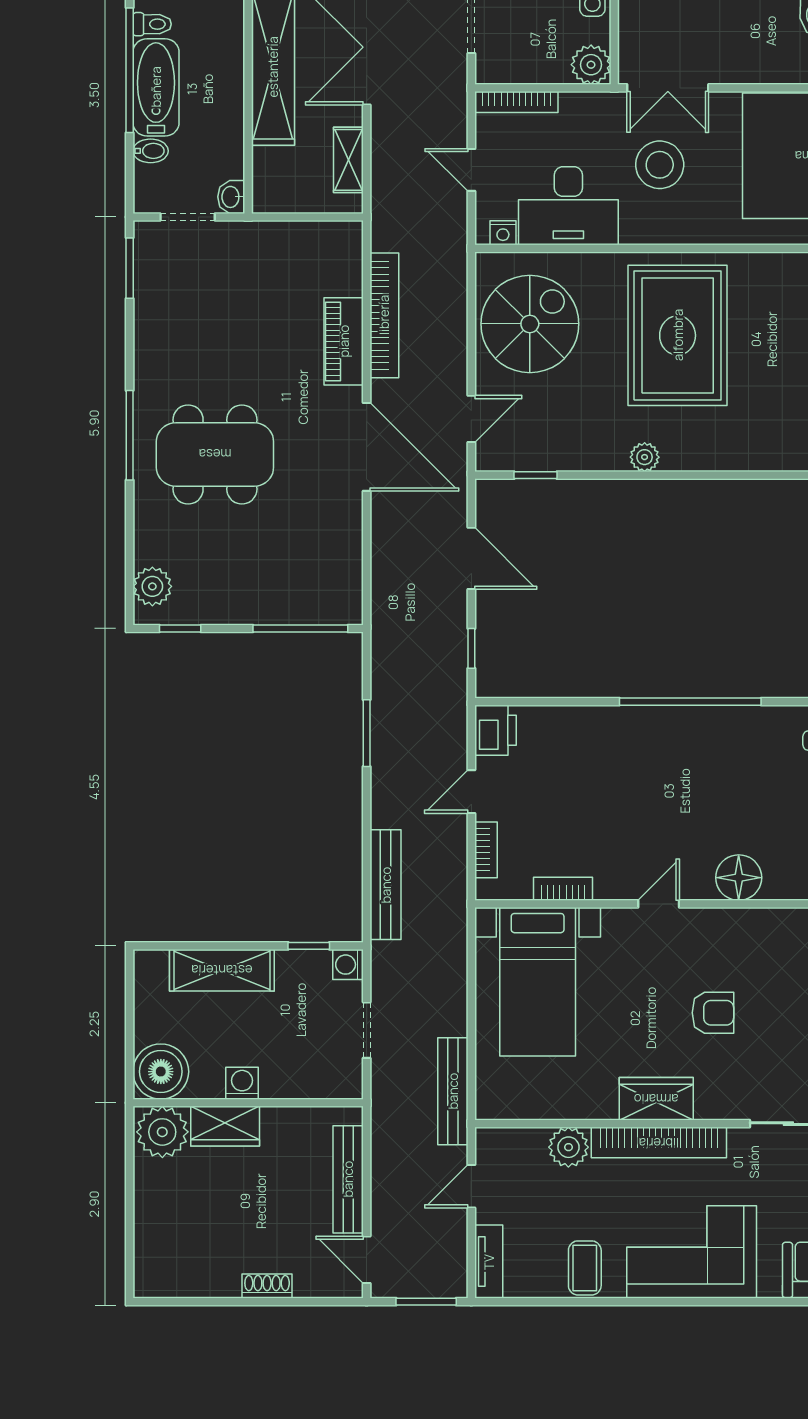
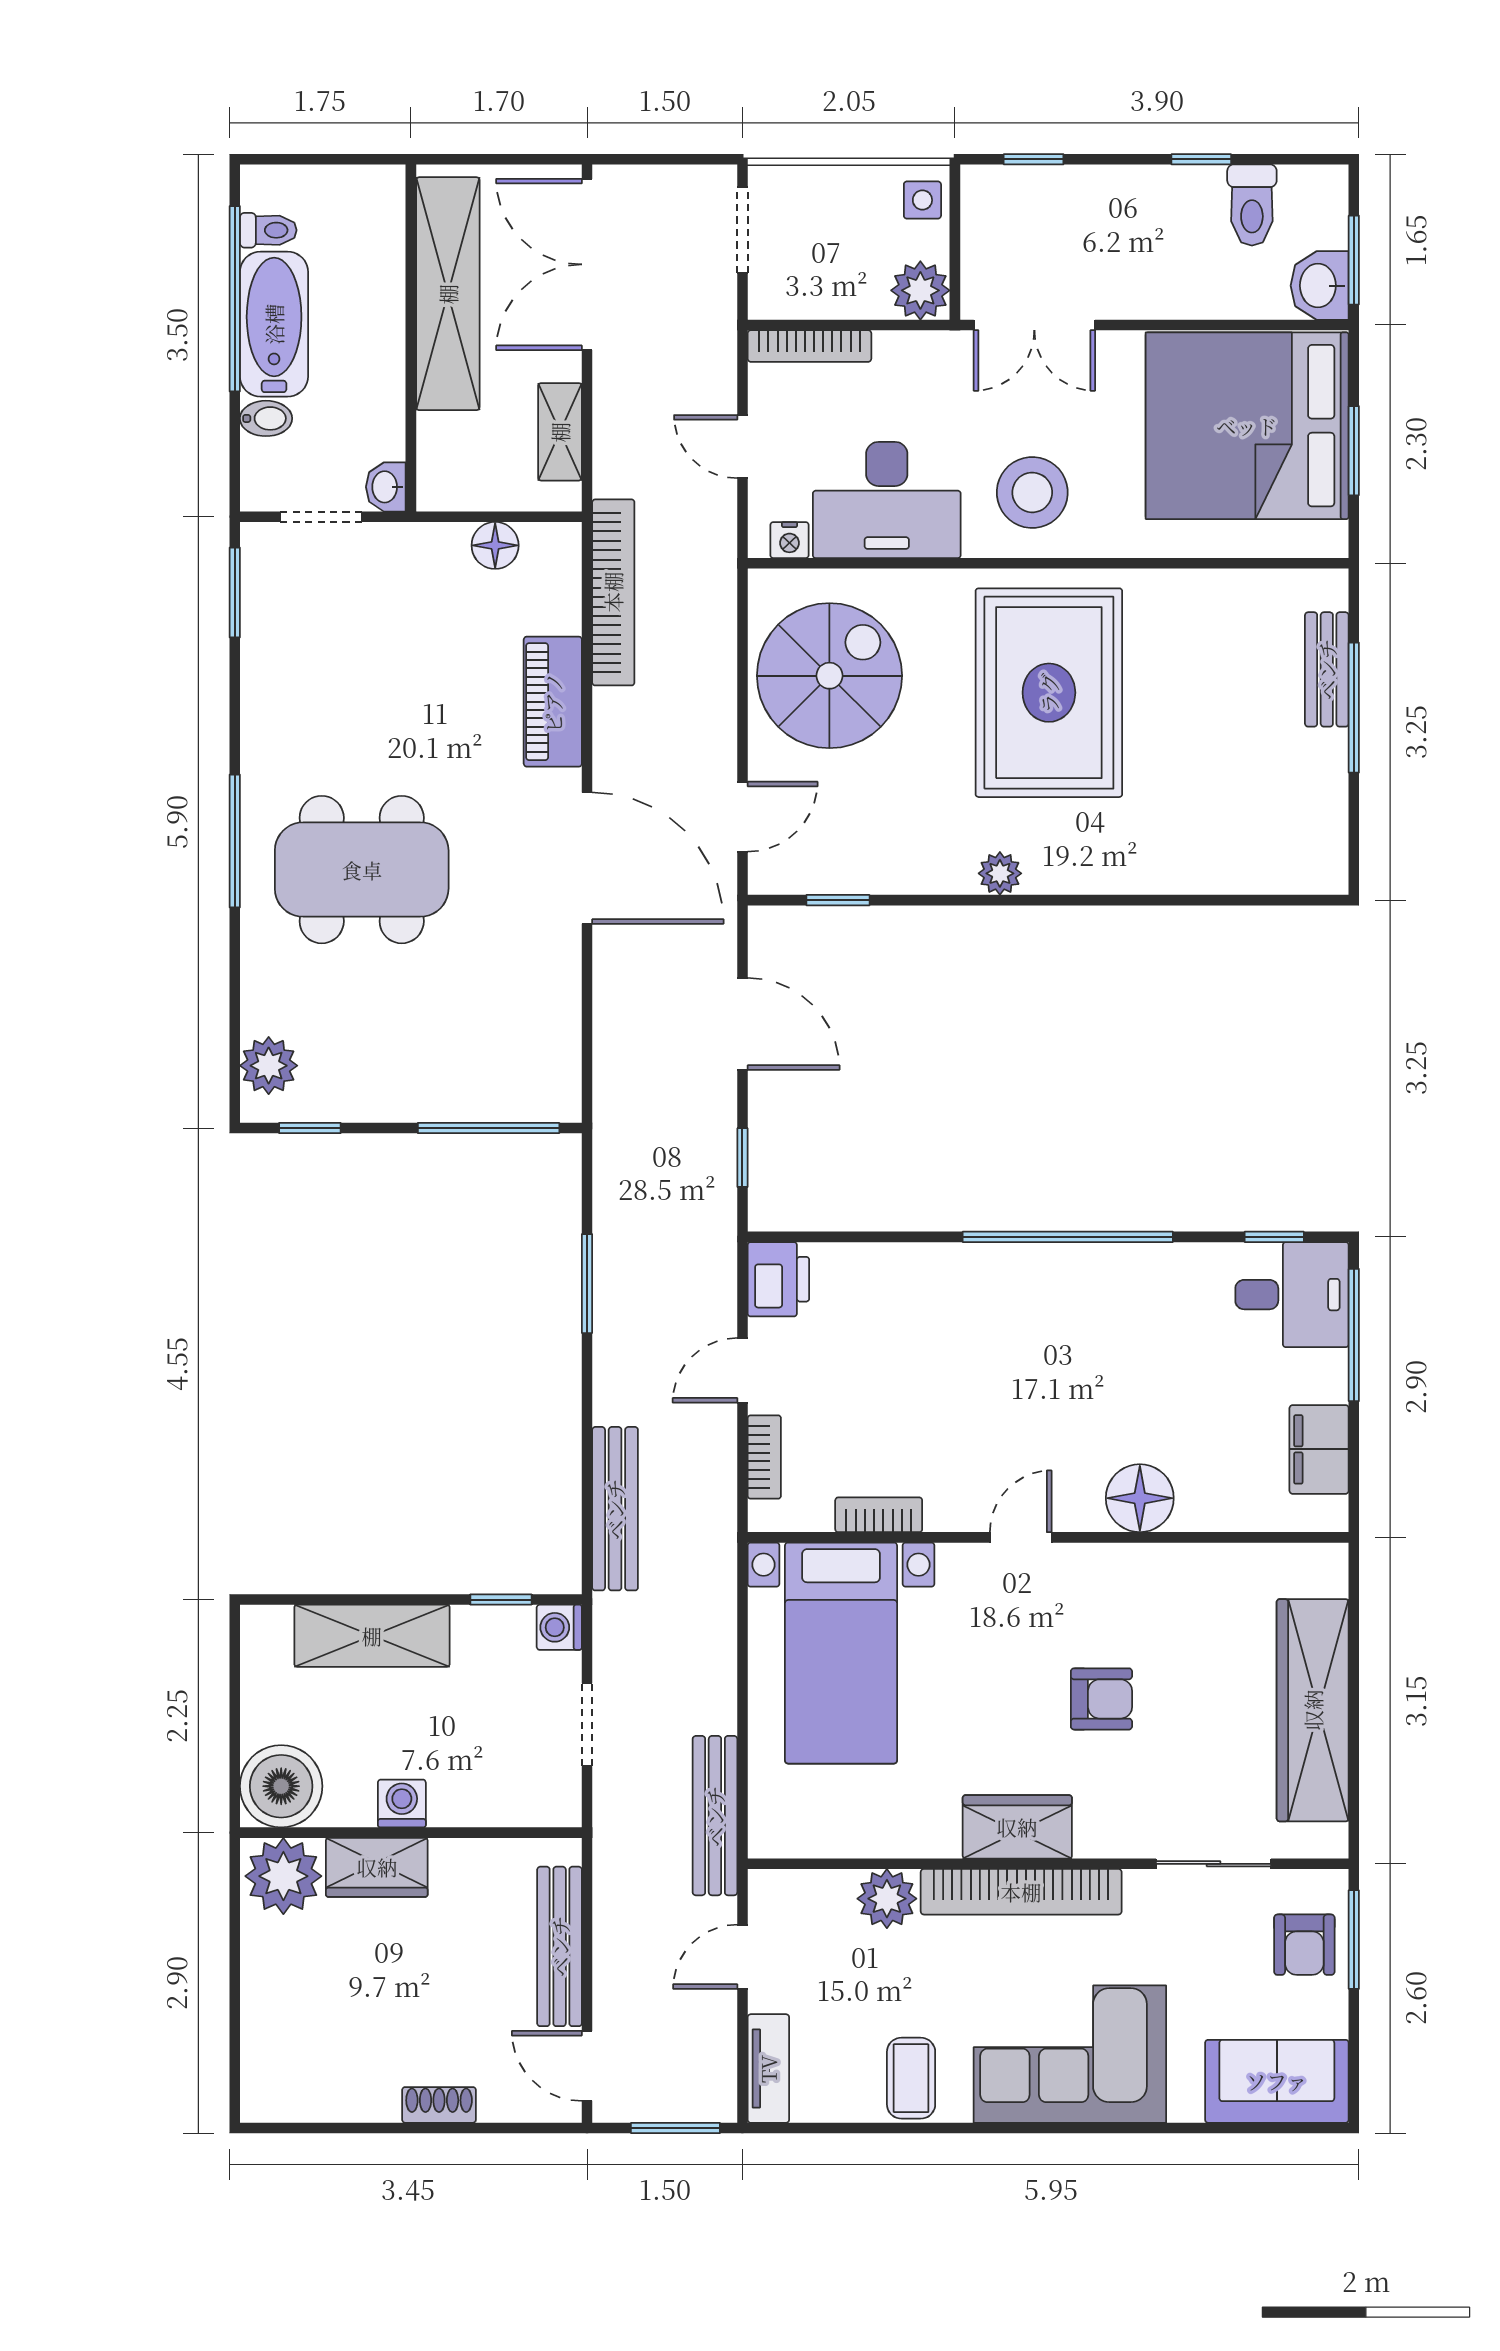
stool: (660, 165) -> (1032, 492), moved
floor lamp: (305, 236) -> (495, 545), added
bookcase: (384, 315) -> (613, 592), moved

